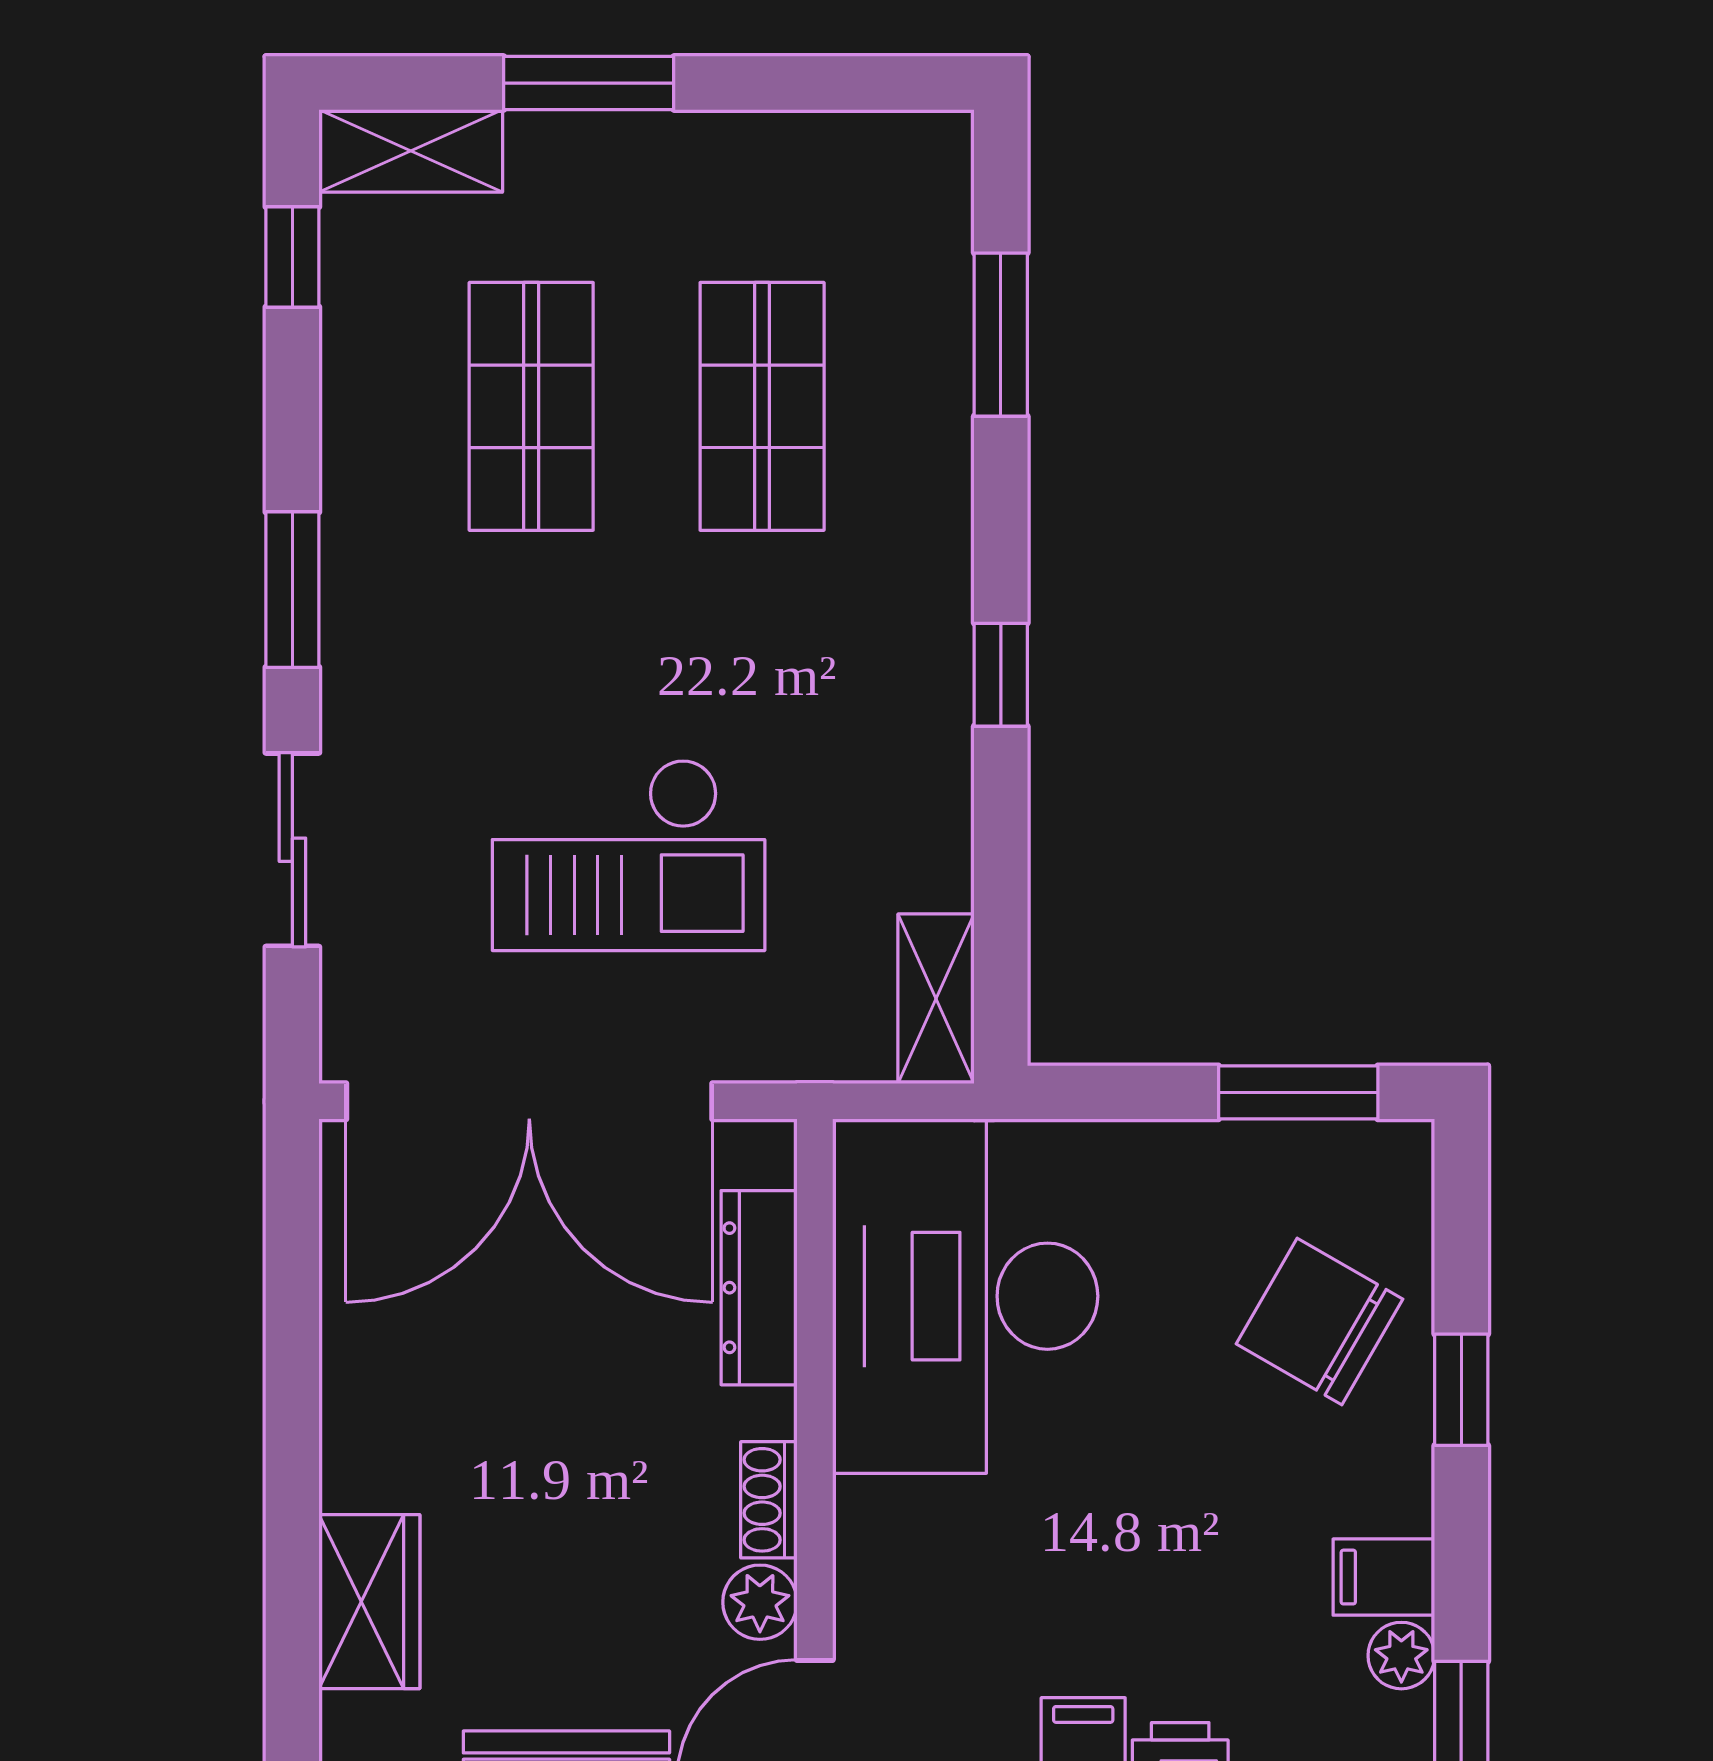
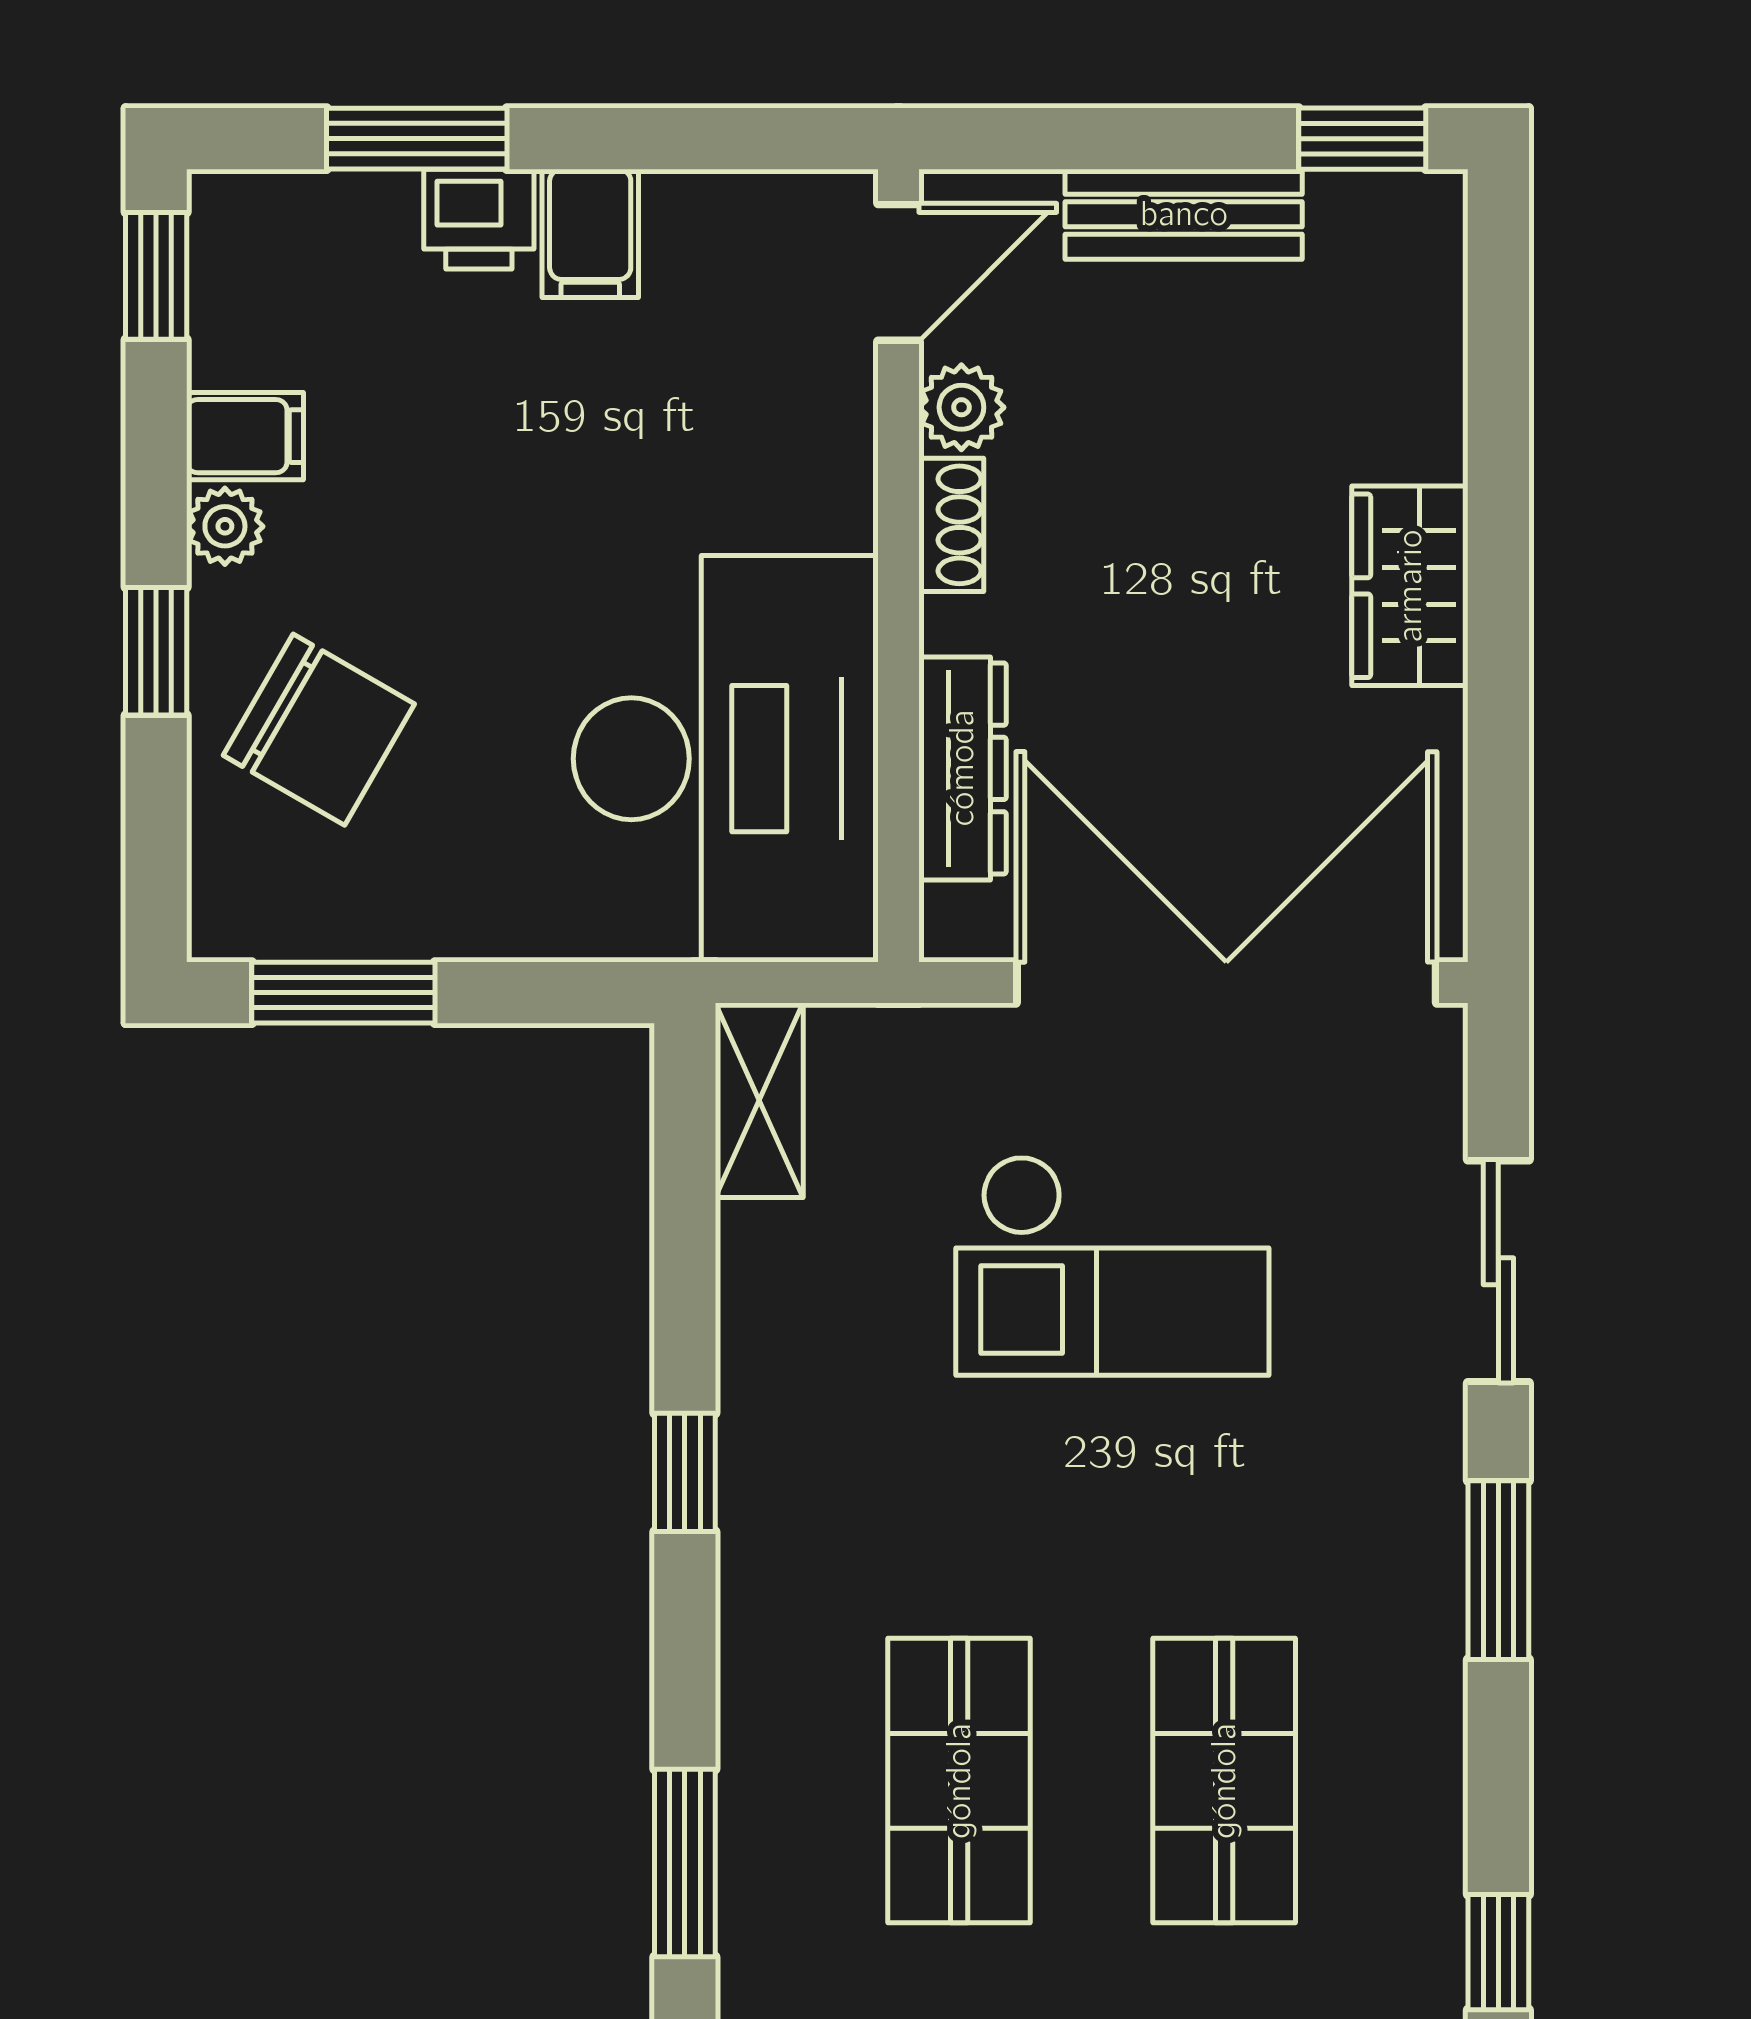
checkout: (629, 855) -> (1112, 1266), turned 180
wardrobe: (369, 1602) -> (1410, 586), moved
plant: (1401, 1656) -> (225, 526), moved

